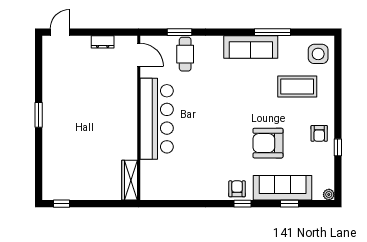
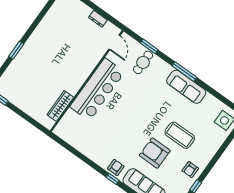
window: (272, 32) -> (184, 72), moved
coffee table: (297, 87) -> (180, 135), moved
window: (39, 115) -> (16, 50), moved
wardrobe: (130, 180) -> (60, 106), moved

